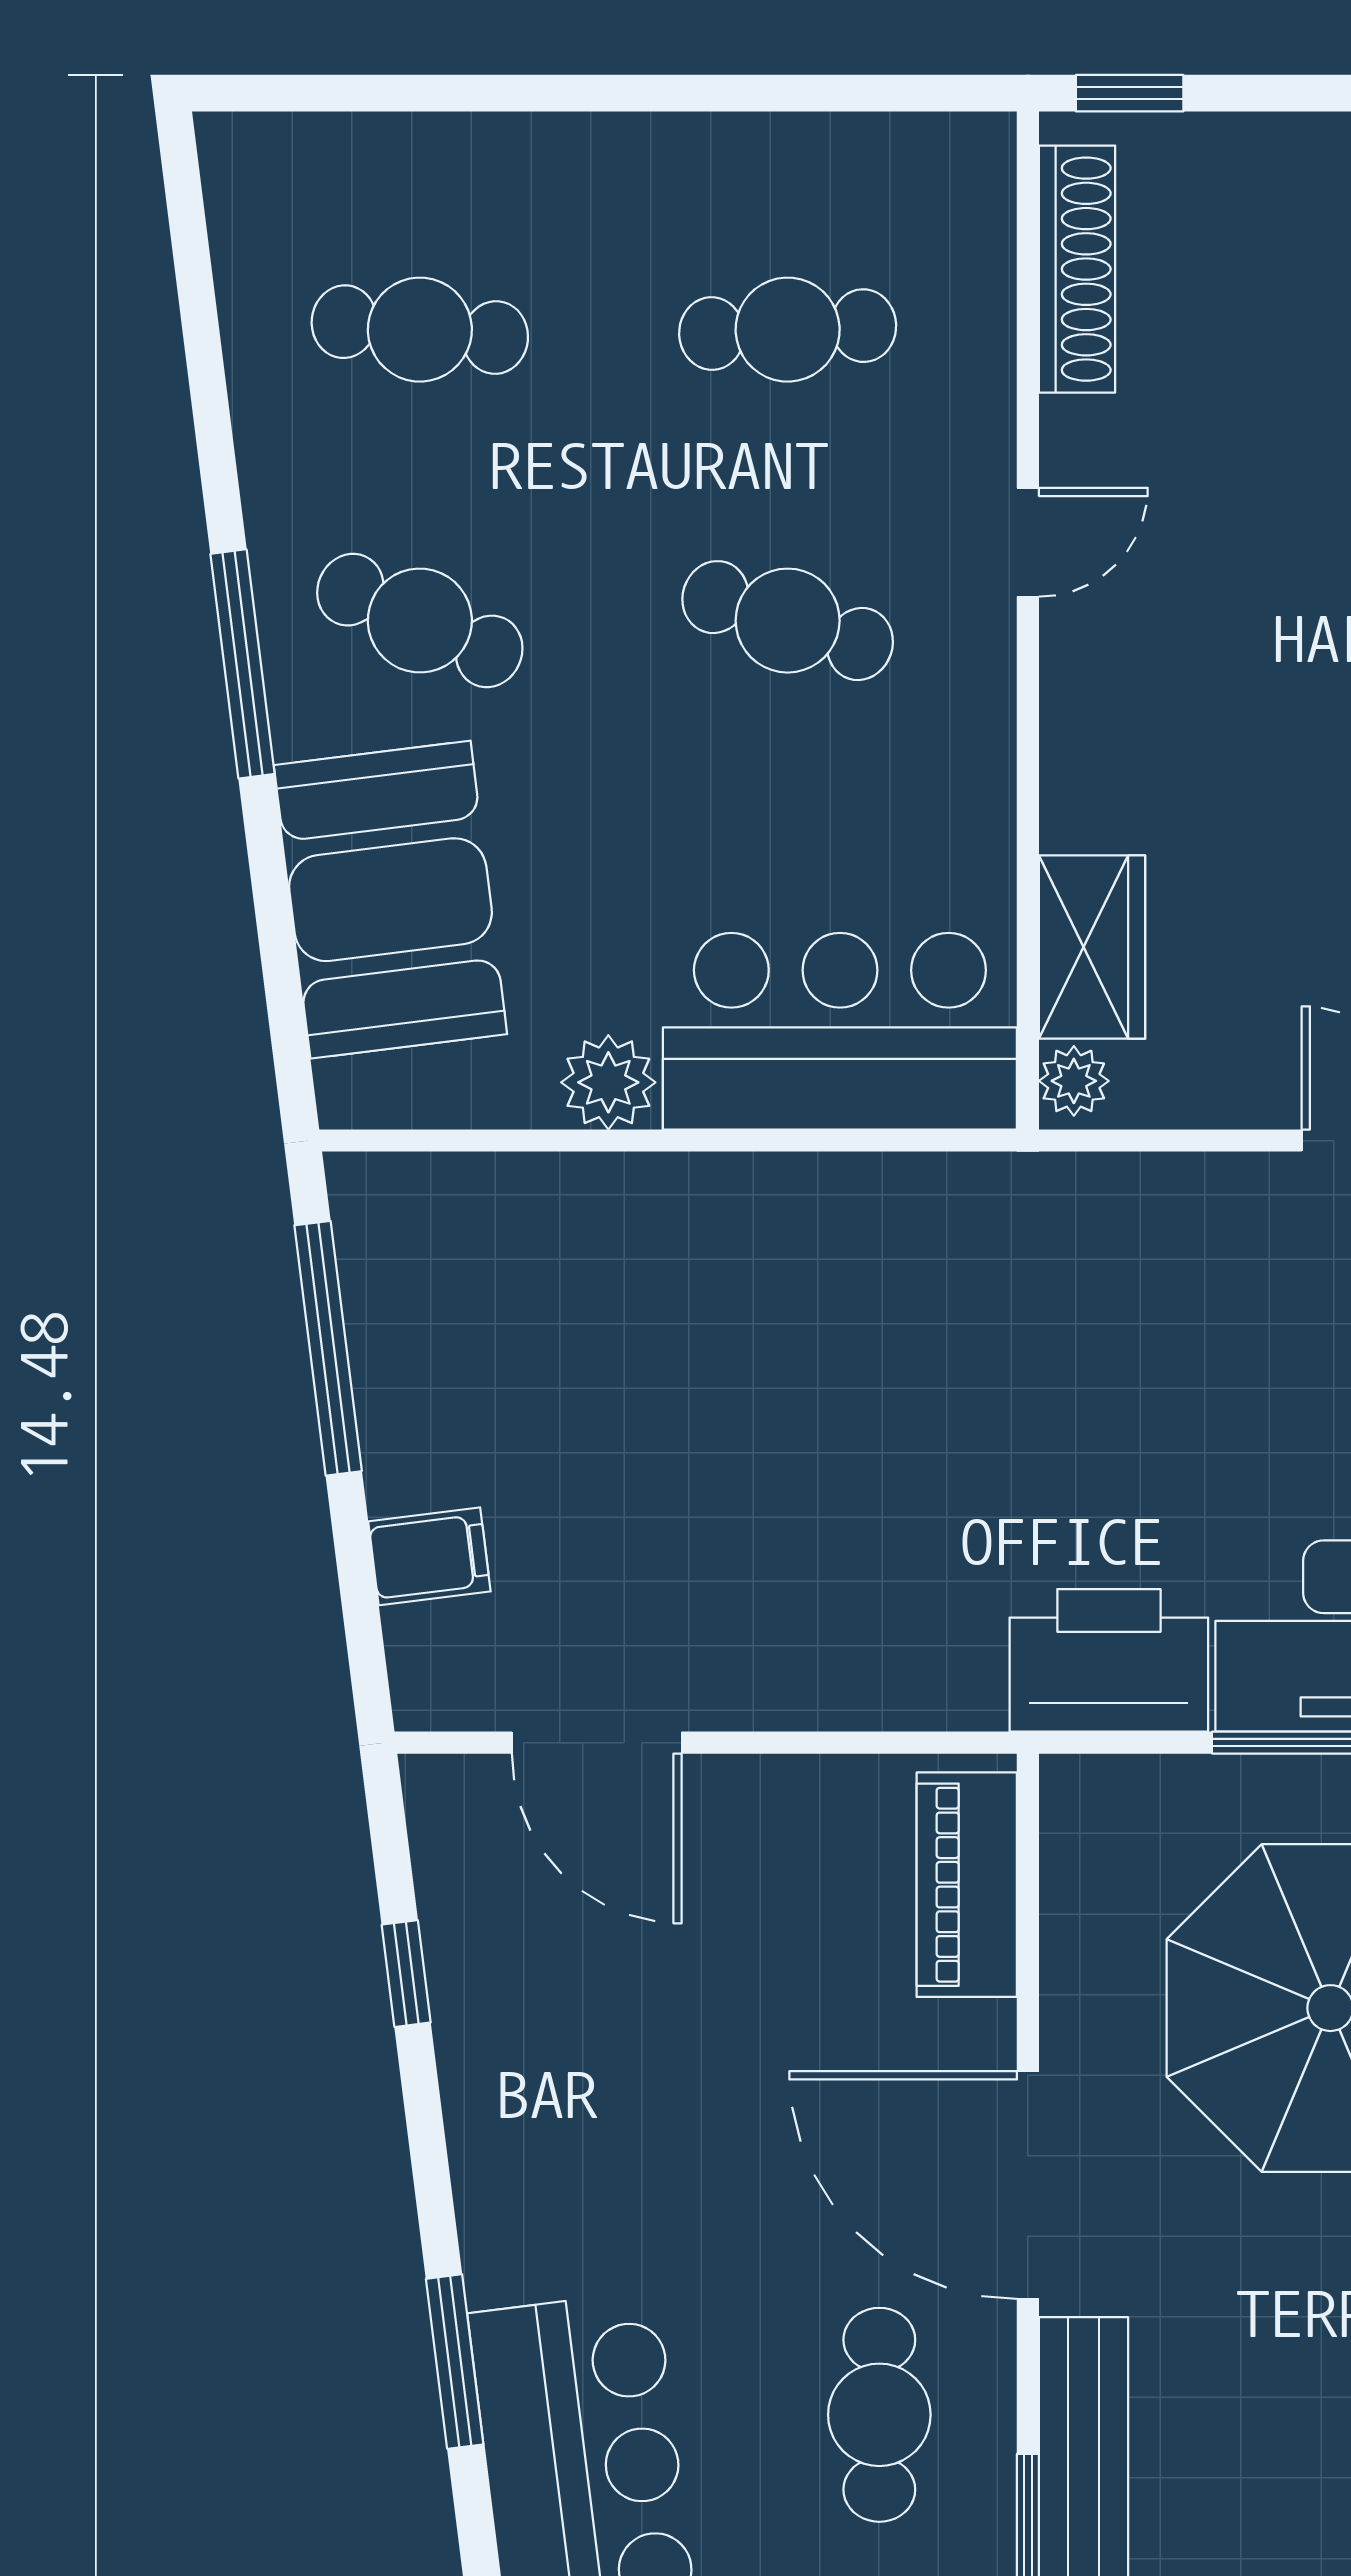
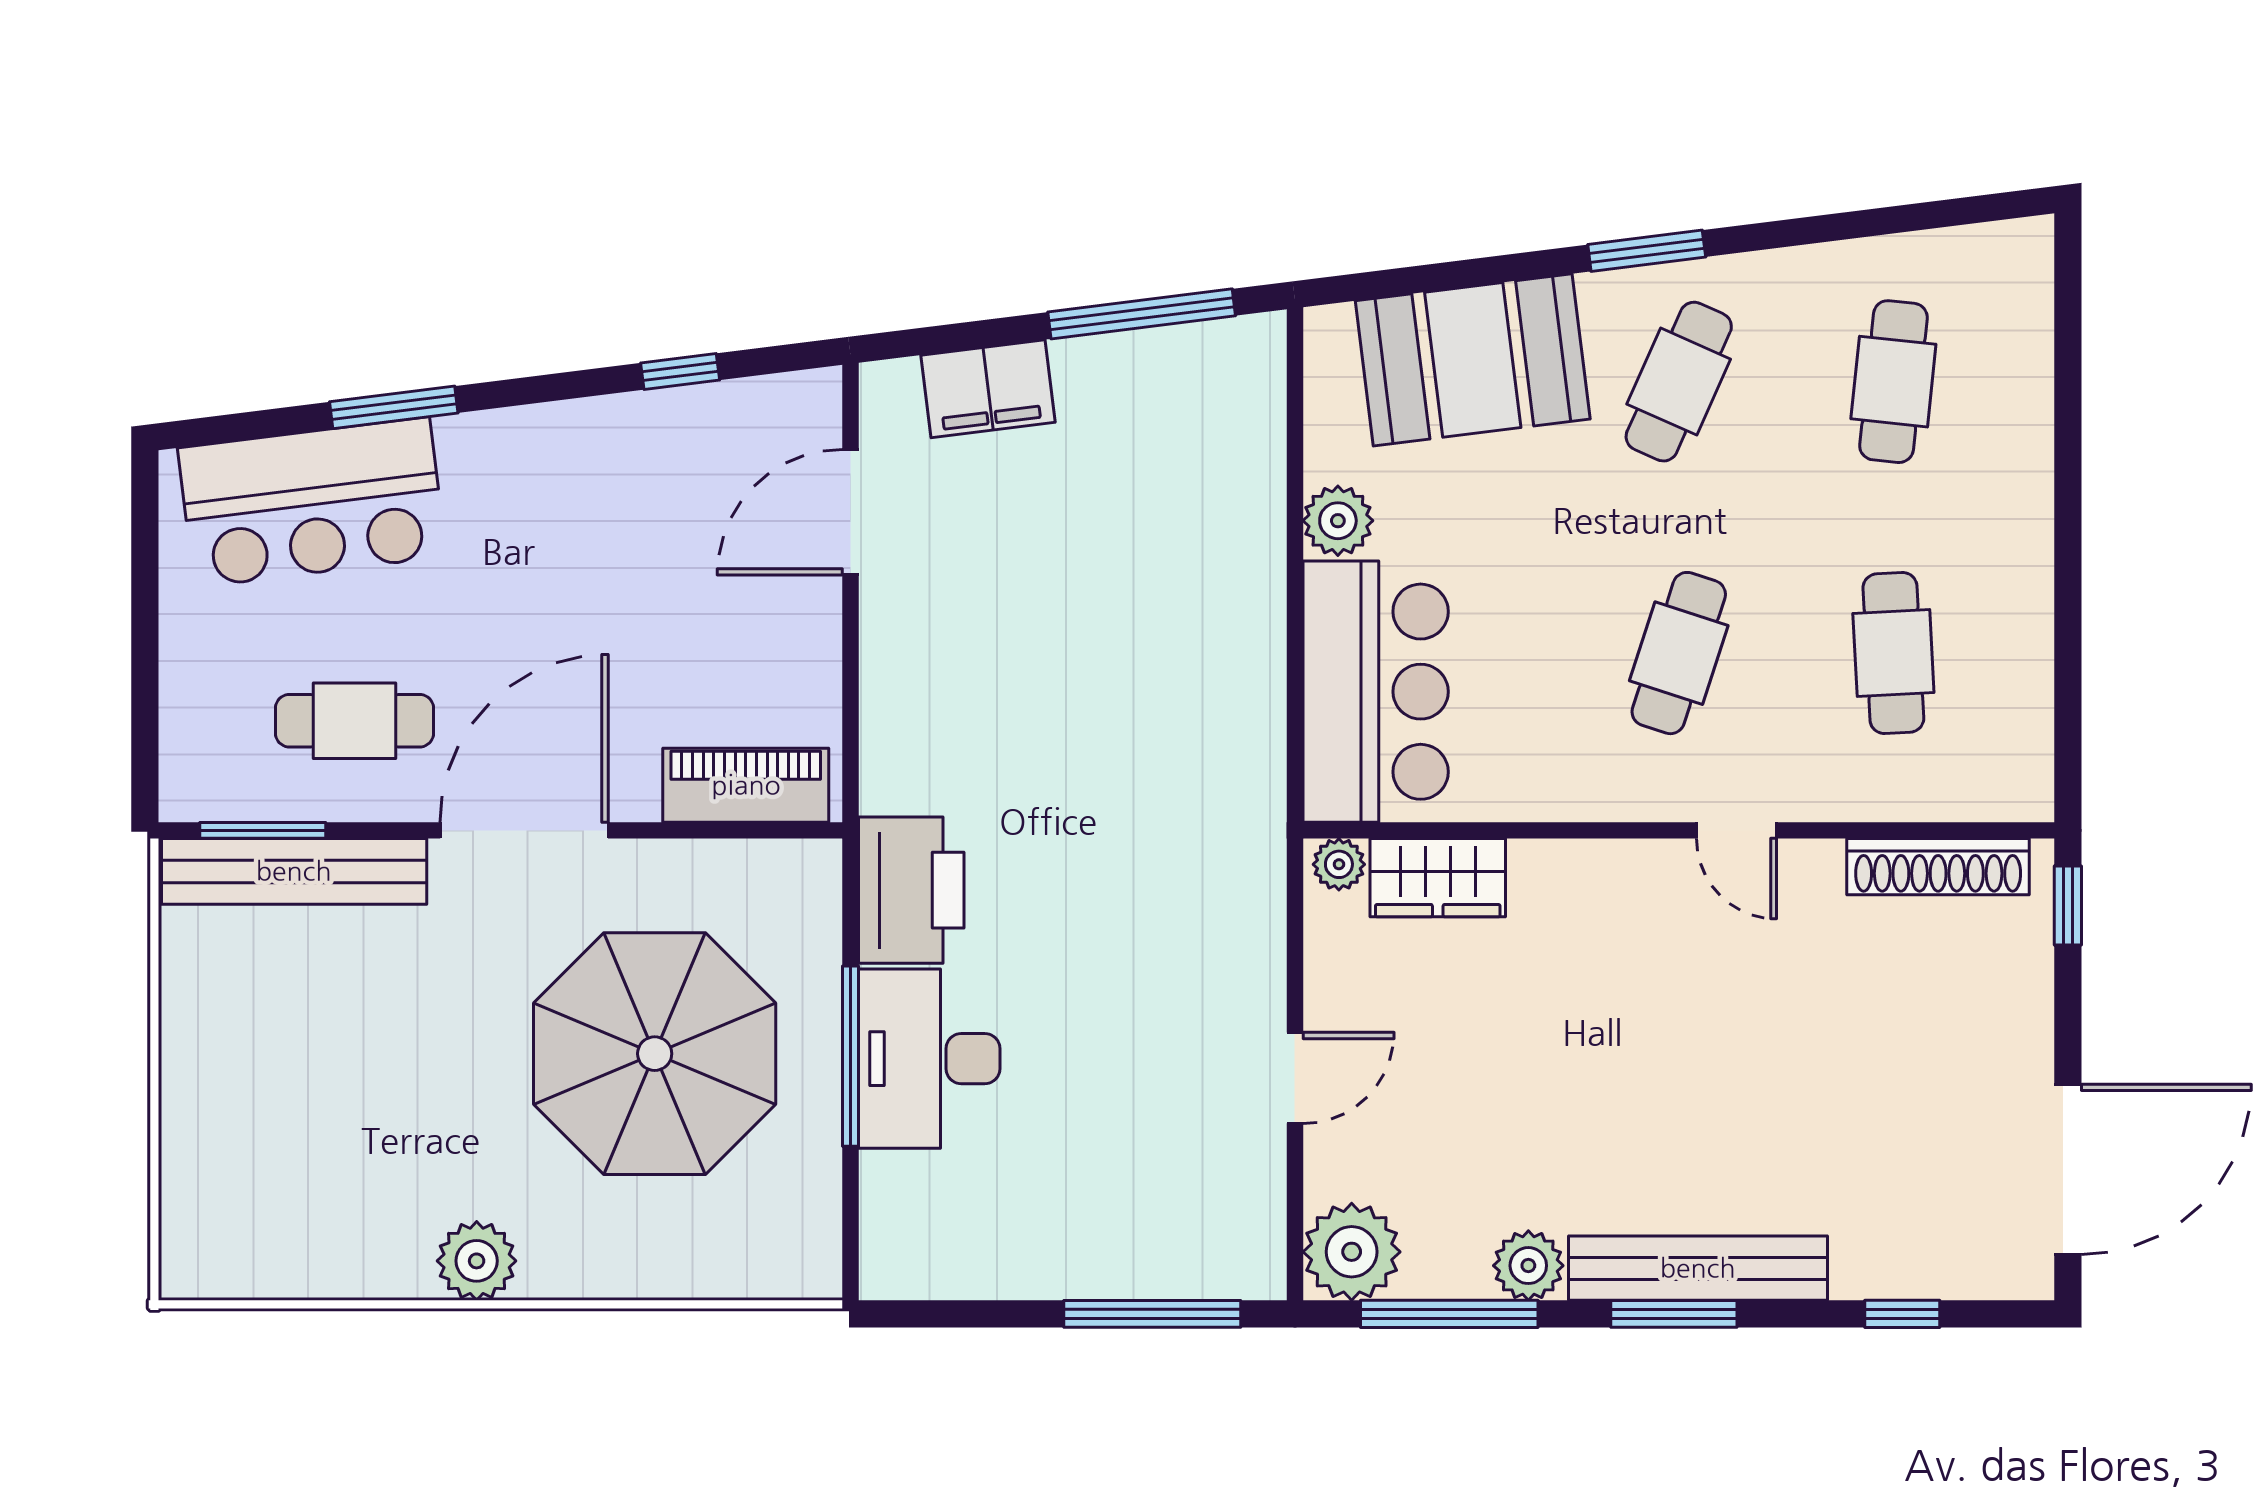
window: (243, 664) -> (1647, 251), width x0.69
filing cabinet: (429, 1556) -> (988, 389), width x2.00

